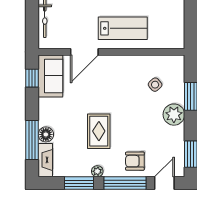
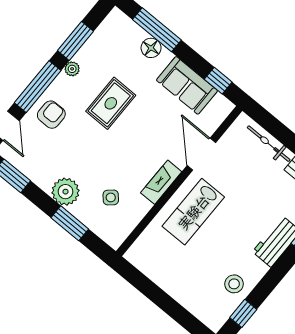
sofa: (50, 76) -> (187, 85), moved
rug: (99, 131) -> (111, 103), turned 90
fireplace: (45, 160) -> (161, 182), moved, turned 90

